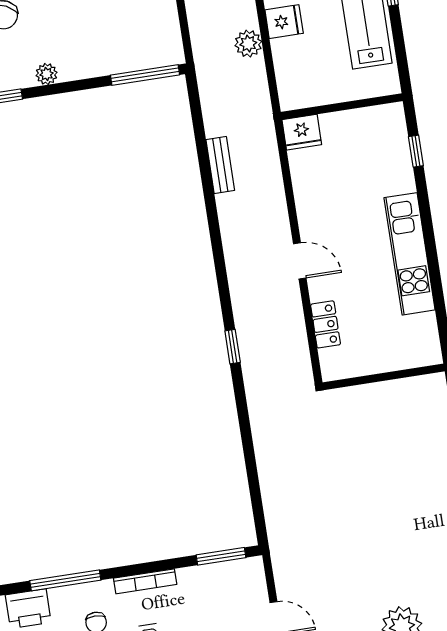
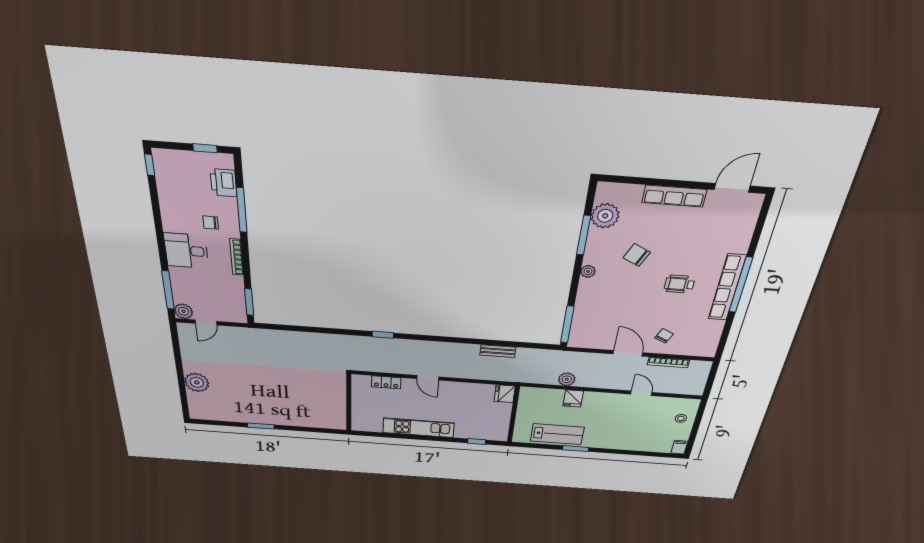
door: (300, 261) -> (428, 378), hinge flipped

